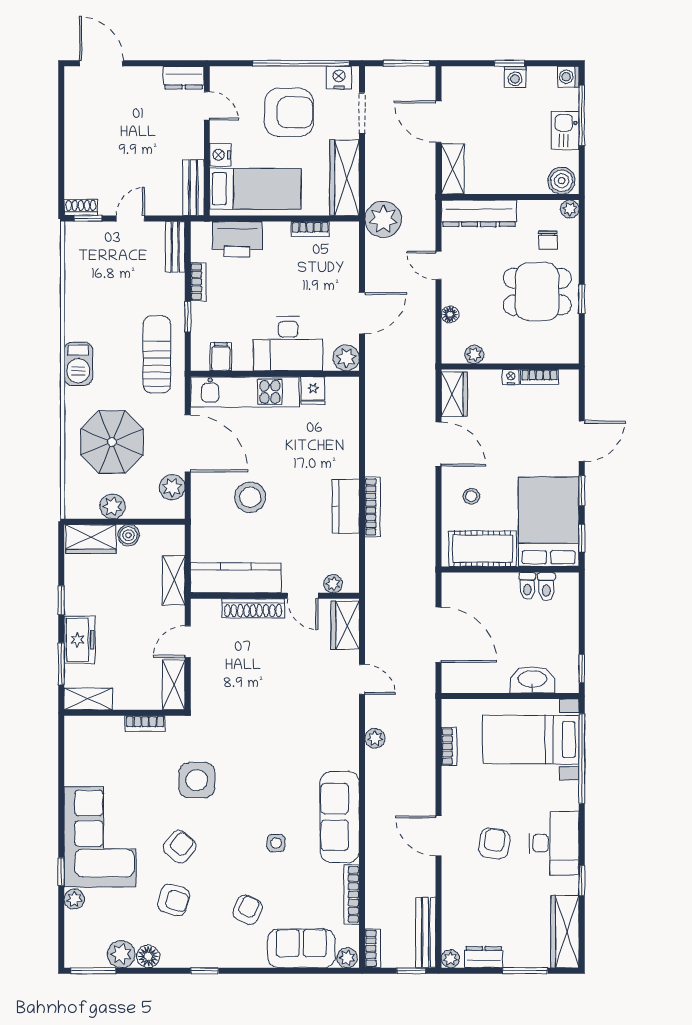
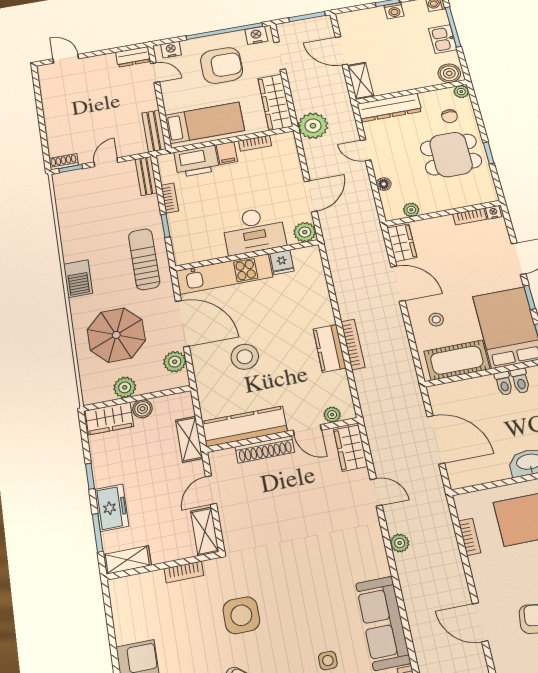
door: (101, 63) -> (66, 59), width x0.73
nightstand: (220, 155) -> (171, 50), moved, turned 90
filing cabinet: (221, 357) -> (227, 153), moved, turned 180
nightstand: (511, 377) -> (494, 212), moved

